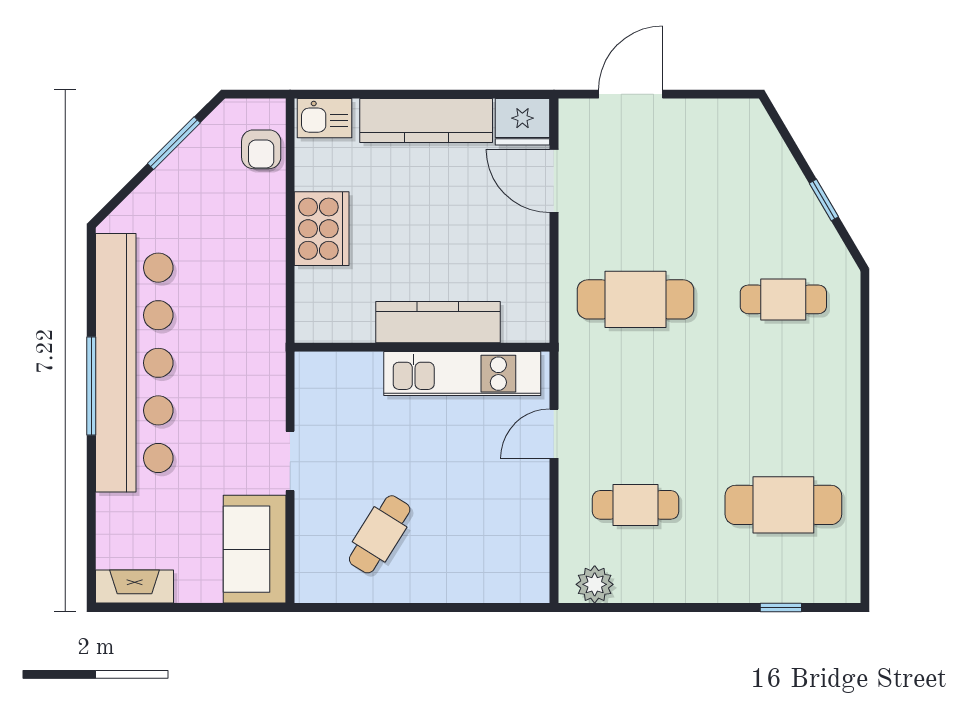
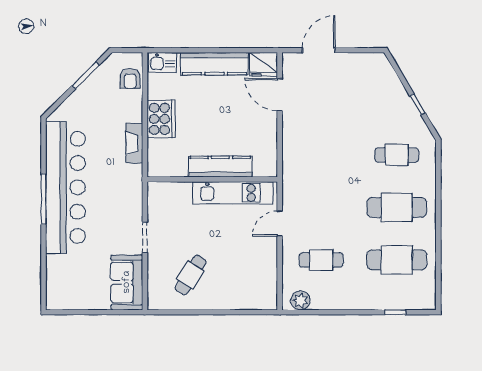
cafe table: (636, 299) -> (397, 207), moved
fireplace: (135, 586) -> (134, 143), moved, turned -90

